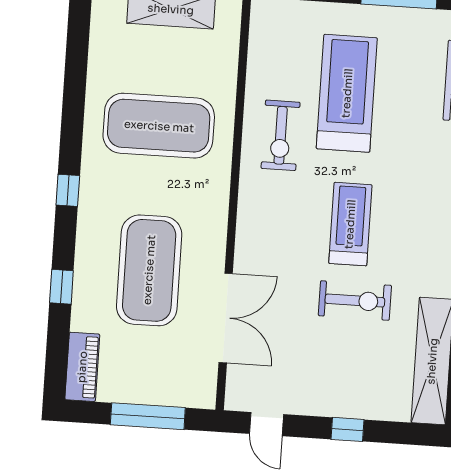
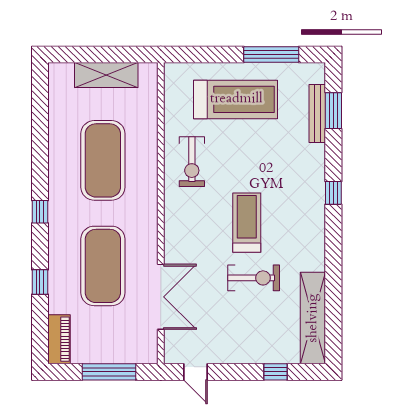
treadmill: (347, 93) -> (236, 99), moved, turned 90
exercise mat: (159, 126) -> (103, 160), turned 90
window: (347, 429) -> (275, 372), moved

